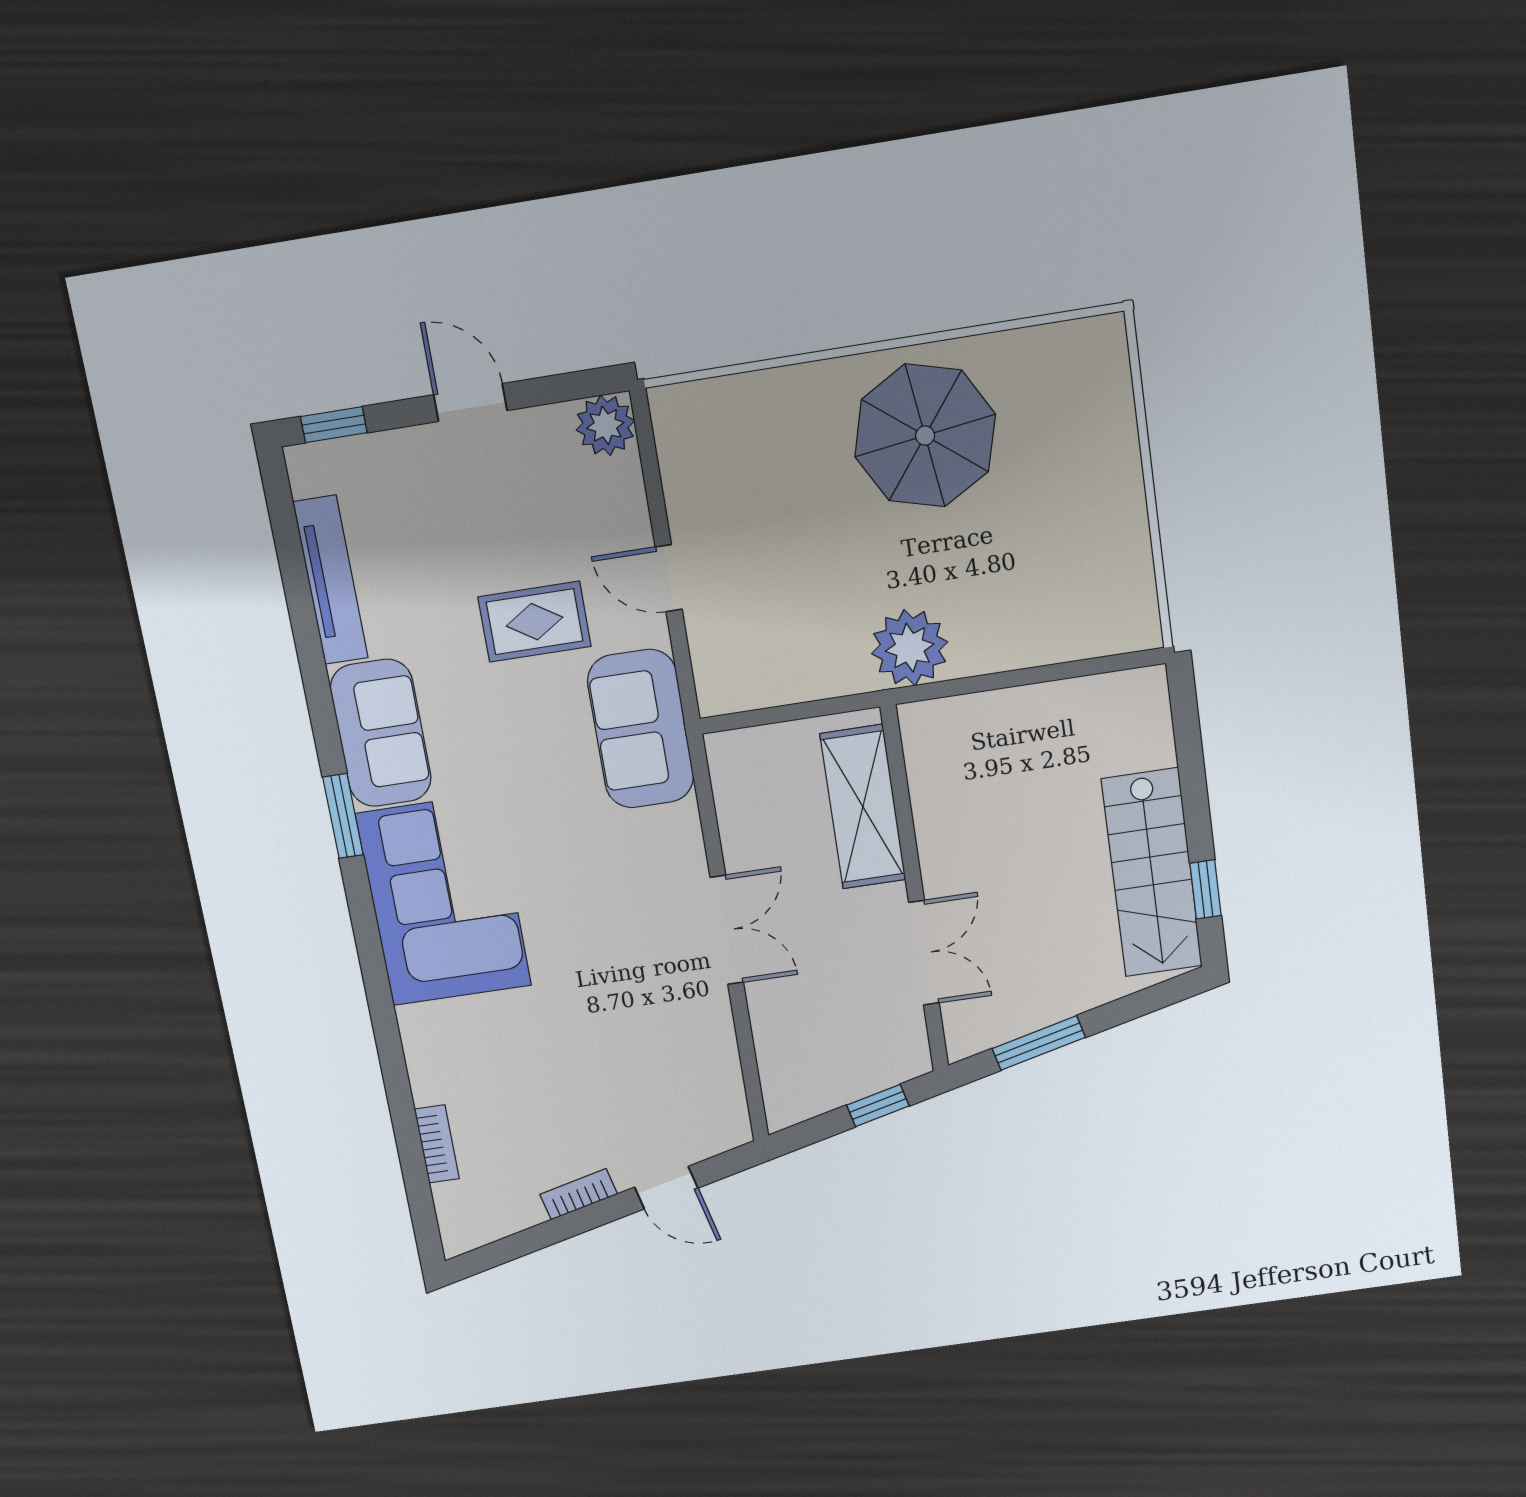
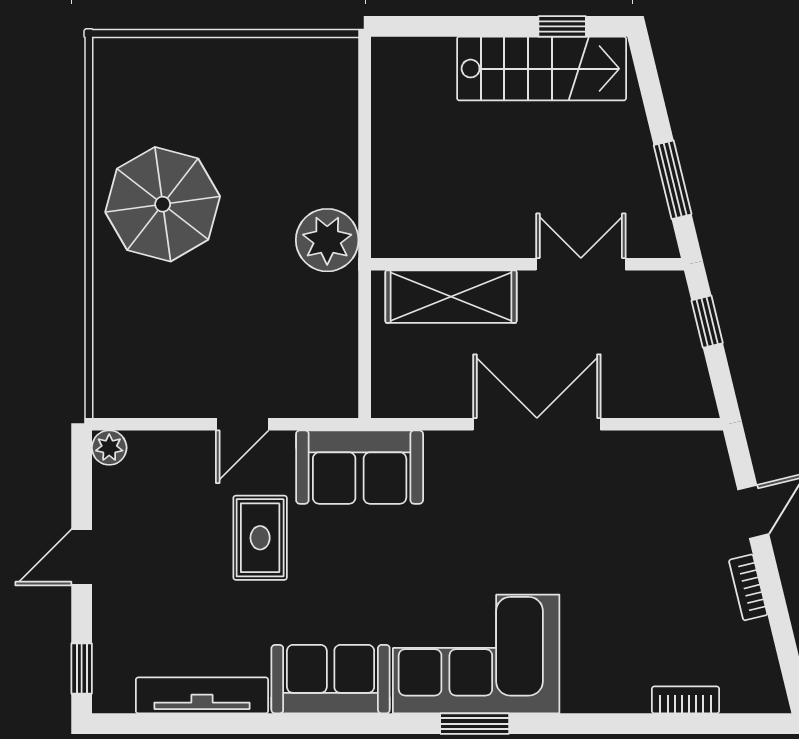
plant: (605, 425) -> (109, 448), width x0.73, depth x0.73
window: (343, 816) -> (475, 724), moved
double door: (727, 930) -> (537, 424), width x1.37

